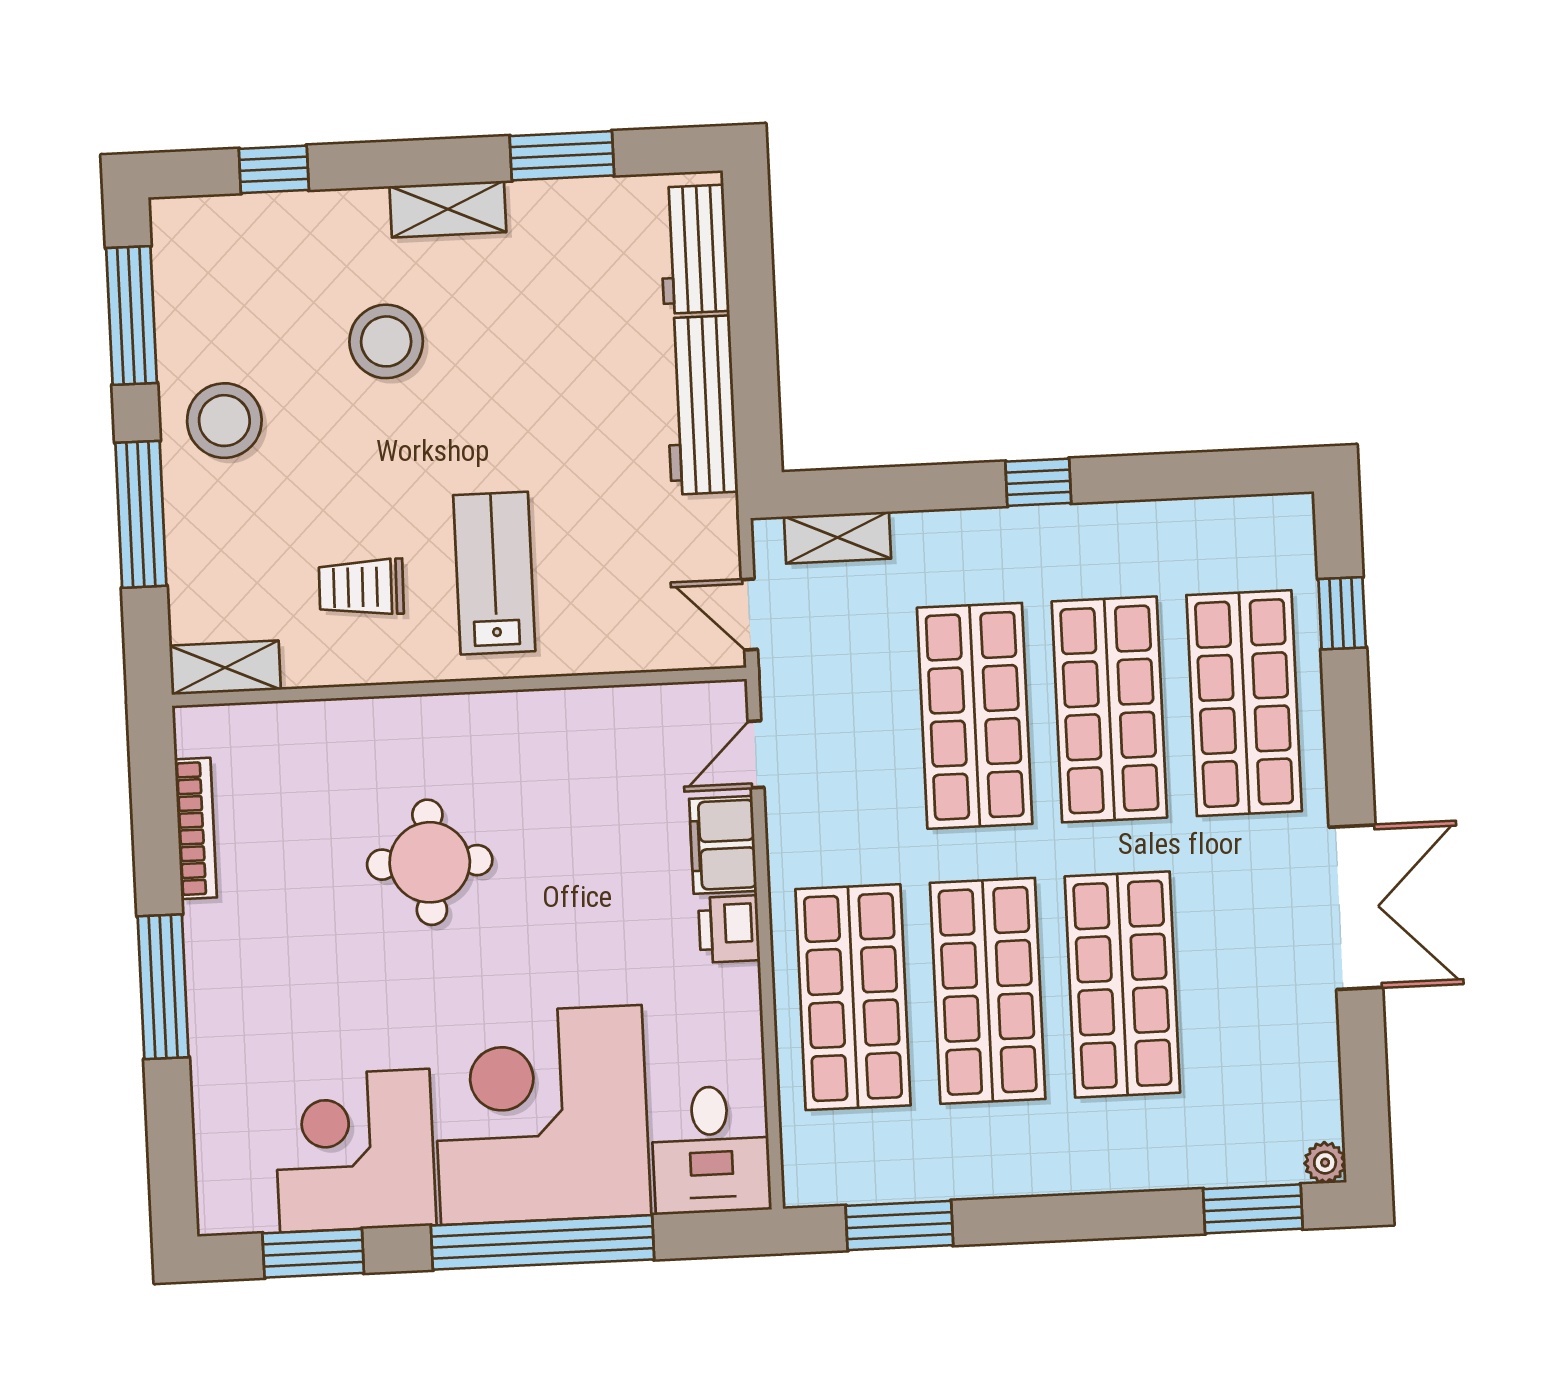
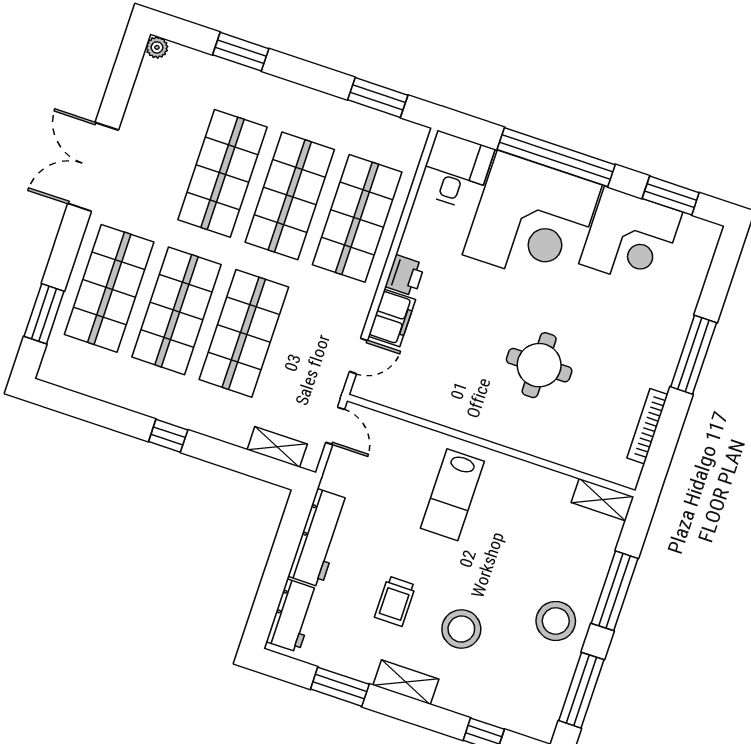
trolley: (361, 587) -> (395, 601), moved, turned 89
window: (1342, 613) -> (44, 314), width x1.50
window: (1253, 1209) -> (241, 52), moved

